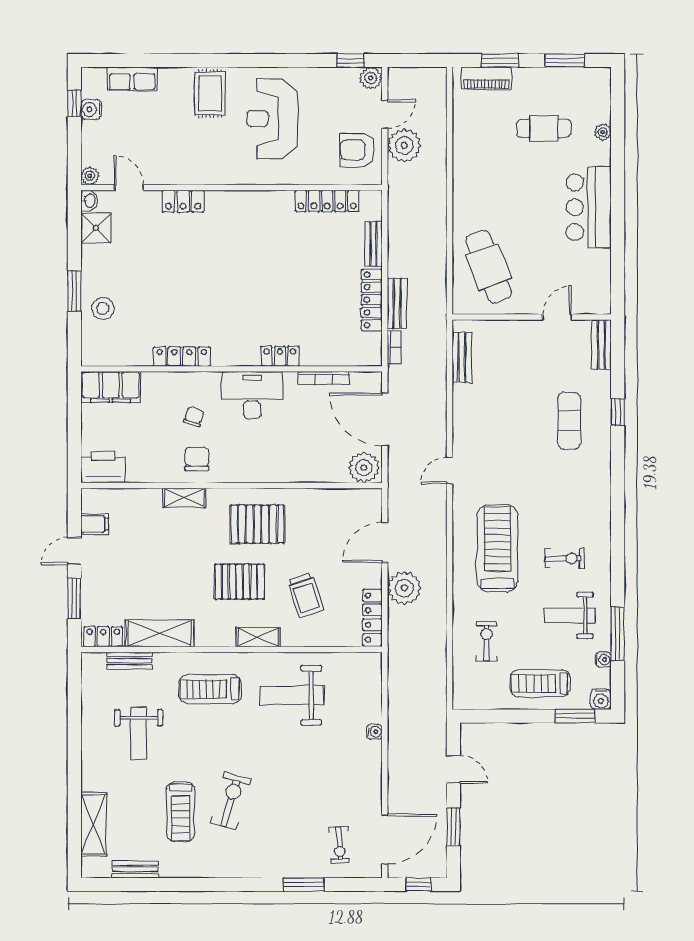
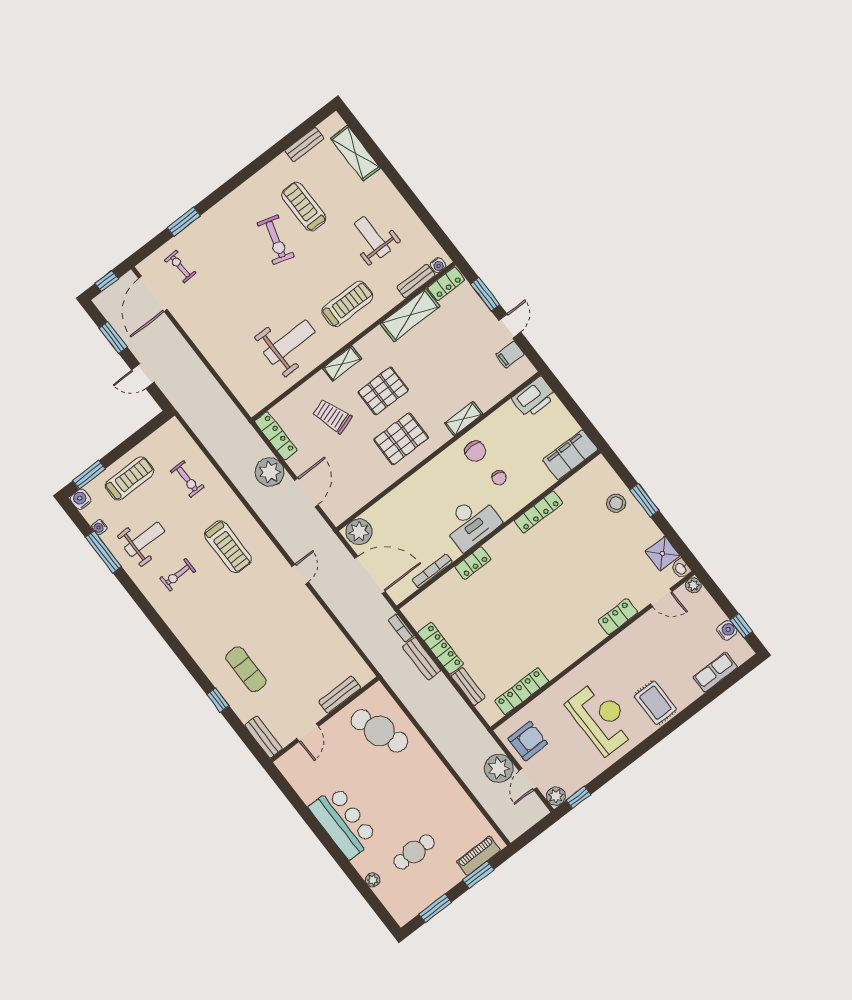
bench: (462, 357) -> (340, 695), moved, turned 90
treadmill: (497, 548) -> (228, 547), width x0.73, depth x0.73
water cooler: (374, 732) -> (438, 265), moved, turned -90

